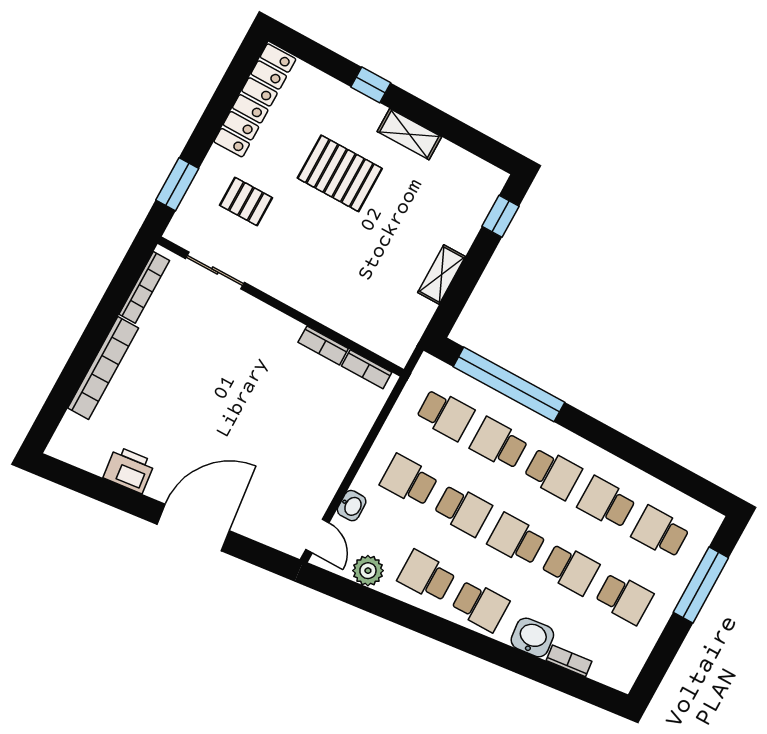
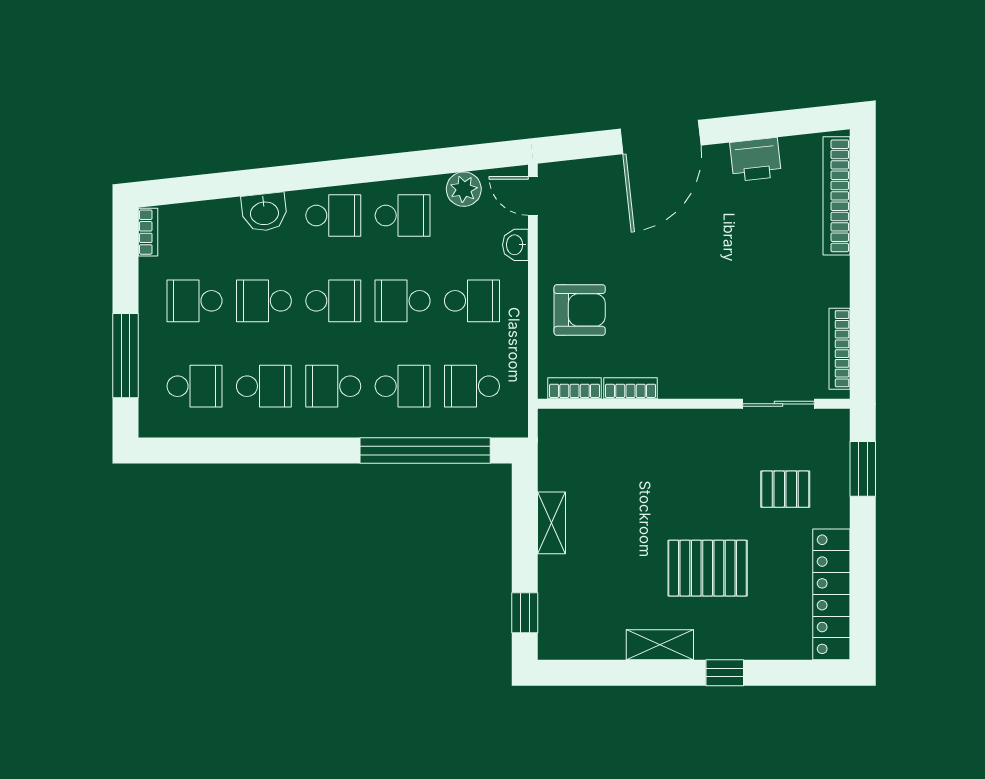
bookcase: (103, 368) -> (836, 196), moved
armchair: (329, 428) -> (580, 310), added
school desk: (480, 606) -> (333, 216), turned 180
bookcase: (569, 661) -> (148, 232), moved, turned -84

